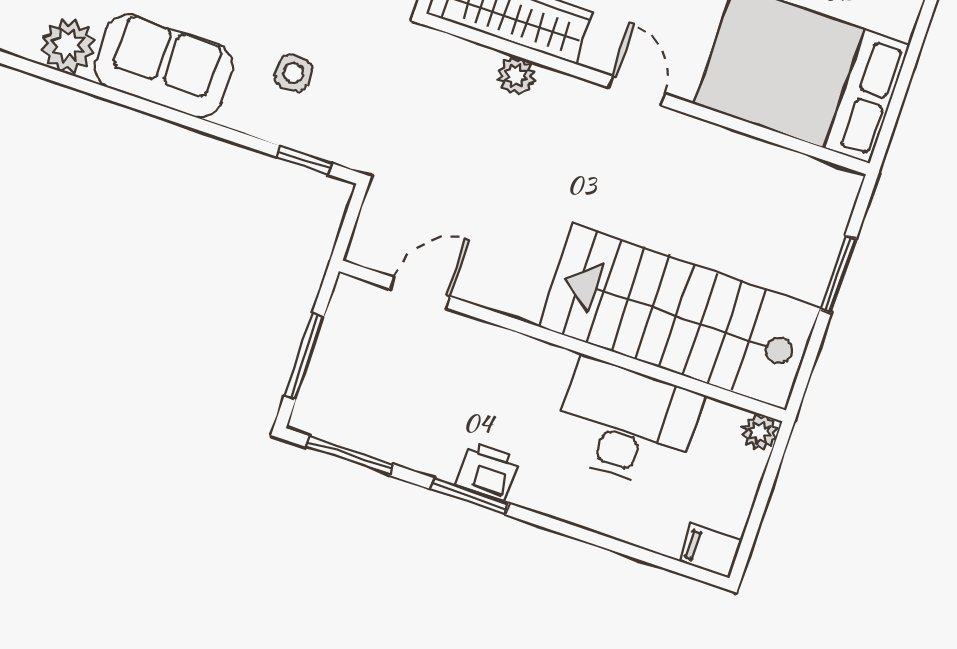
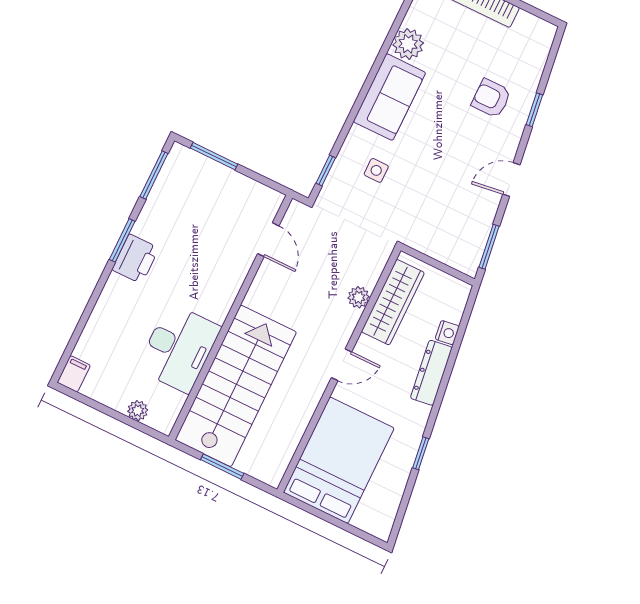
door: (420, 293) -> (268, 240), moved
stairs: (680, 317) -> (236, 386), moved
wall: (562, 341) -> (231, 317), moved
desk: (627, 423) -> (179, 348), moved
printer: (488, 472) -> (135, 259), width x1.36, depth x1.24

